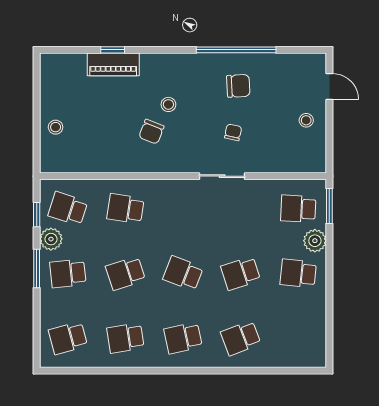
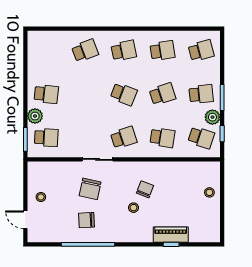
chair: (233, 132) -> (90, 189), width x1.87, depth x1.87
school desk: (241, 273) -> (124, 138), moved

